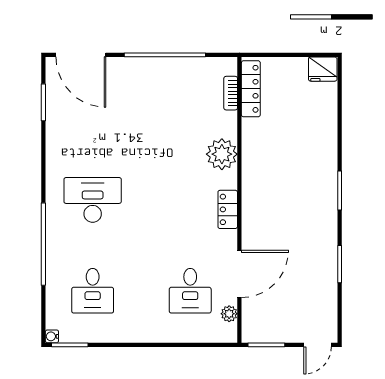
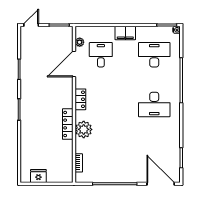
fridge: (323, 69) -> (38, 176), moved
locker: (251, 89) -> (68, 124), moved
desk: (93, 291) -> (154, 55), width x1.37
filing cabinet: (146, 331) -> (125, 33), added

